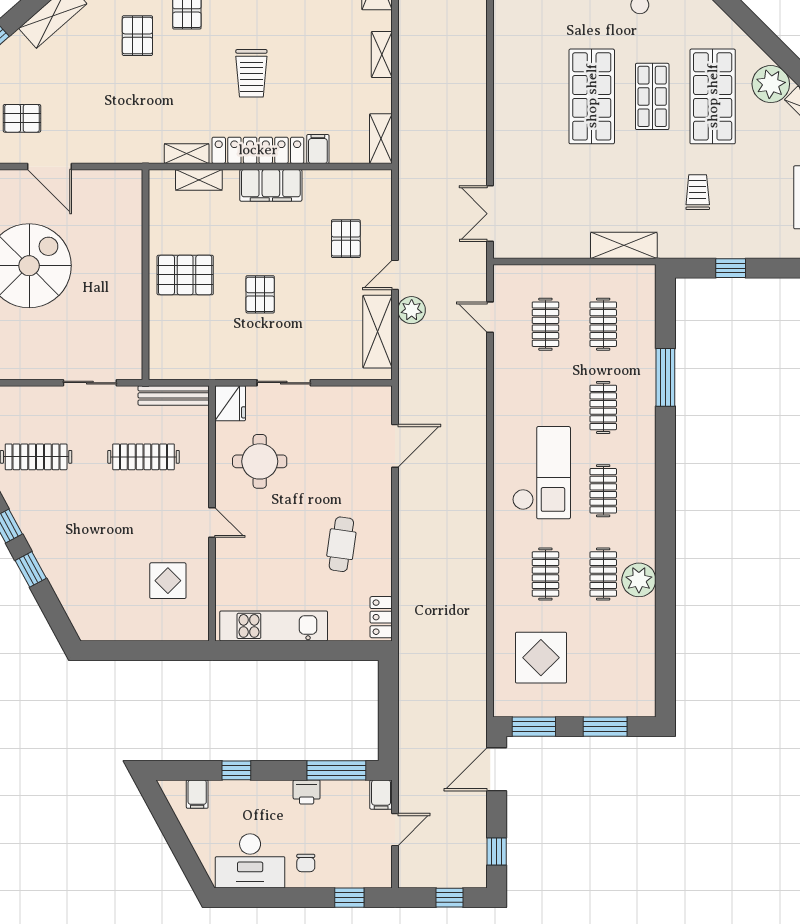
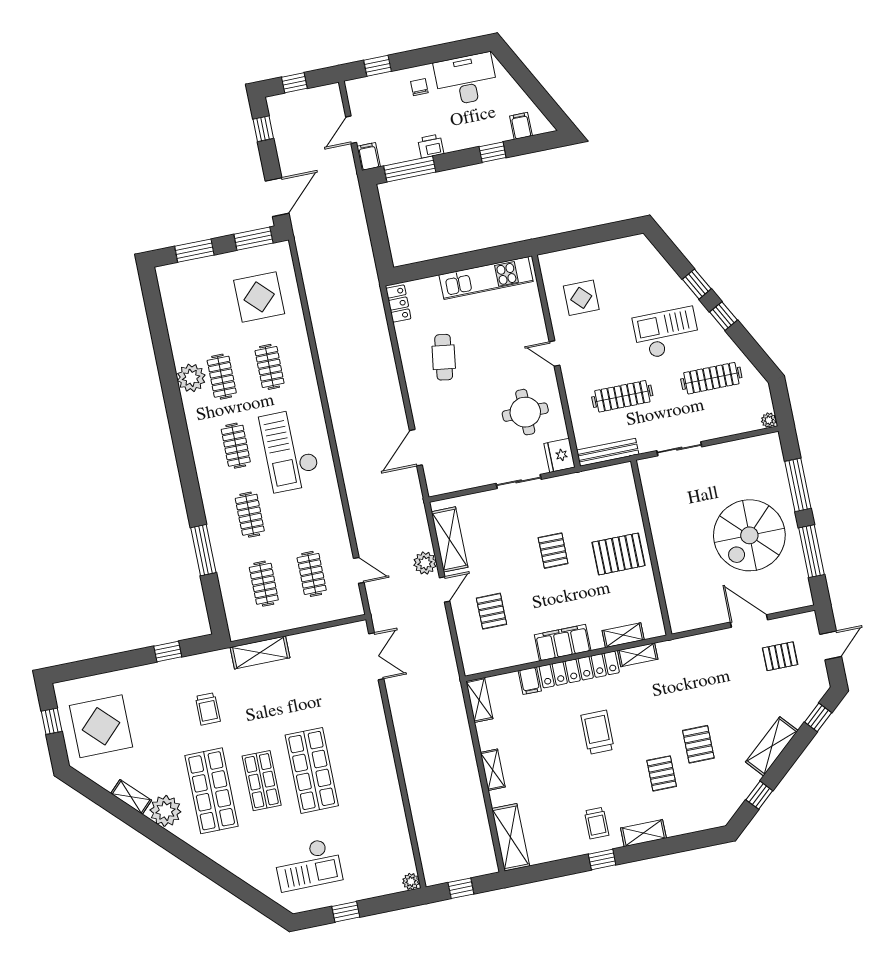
checkout: (77, 520) -> (666, 333), added

